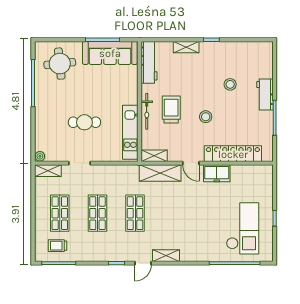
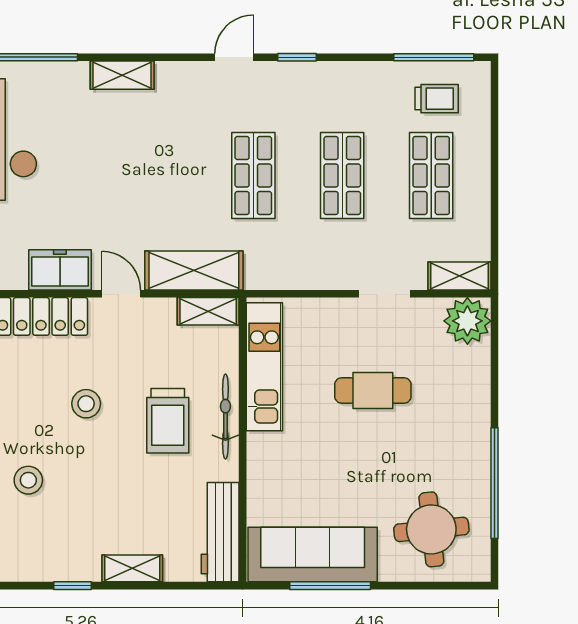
plant: (40, 156) -> (467, 321), width x1.88, depth x1.88
shelving: (166, 256) -> (122, 75), moved

